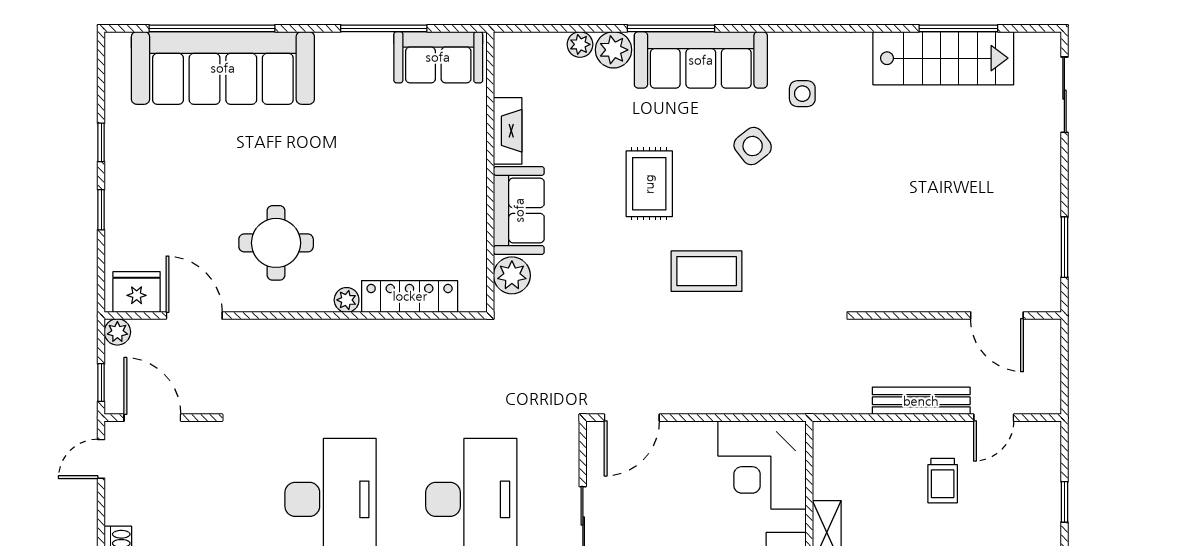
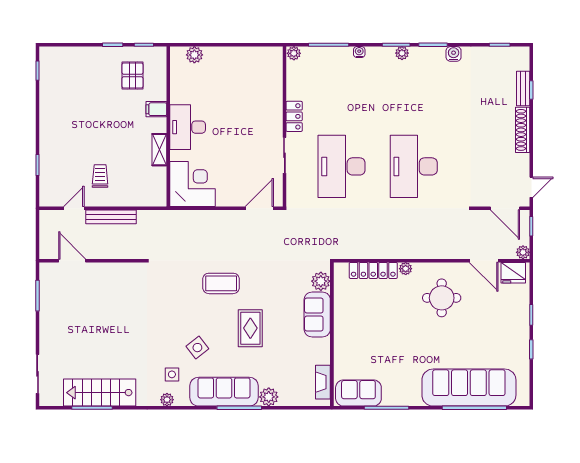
plant: (580, 44) -> (167, 400), moved
fireplace: (508, 131) -> (323, 382), moved

